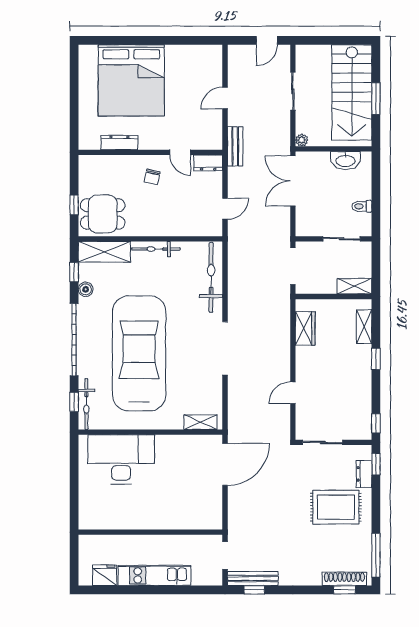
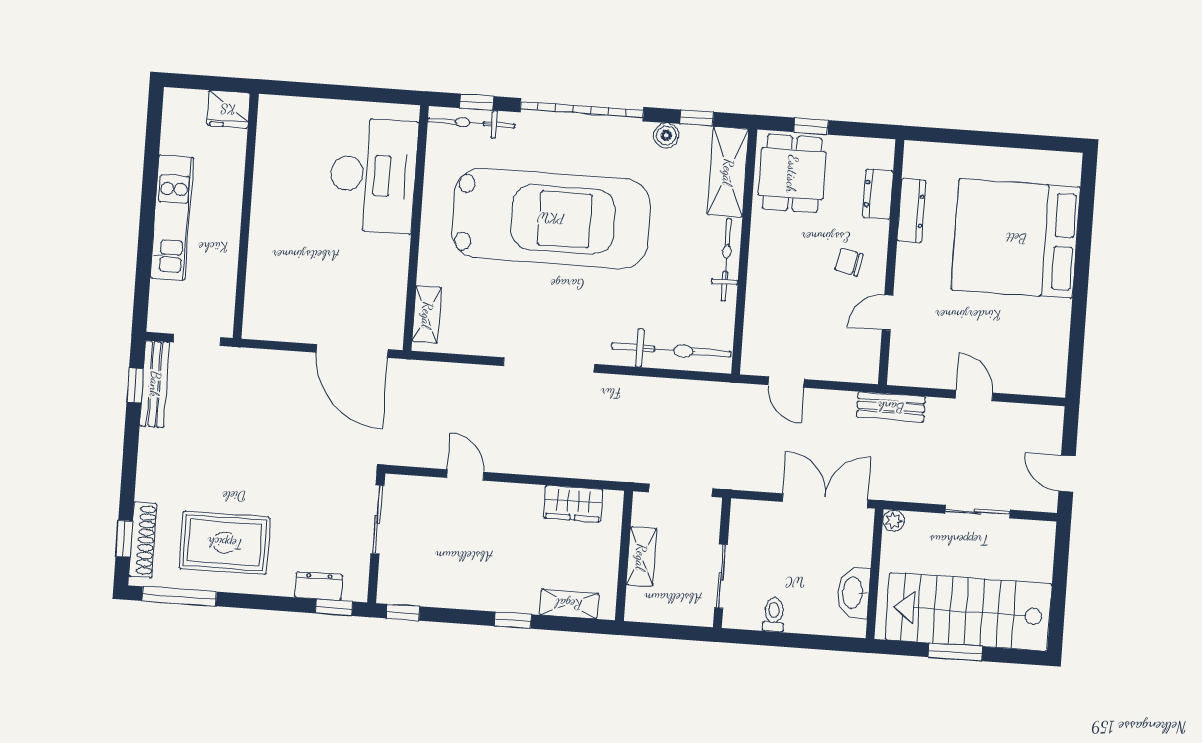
dresser: (208, 163) -> (878, 194), moved
shelving: (354, 286) -> (641, 557), moved
rug: (336, 507) -> (225, 543), moved, turned 90
fridge: (105, 575) -> (228, 109), moved, turned 90

